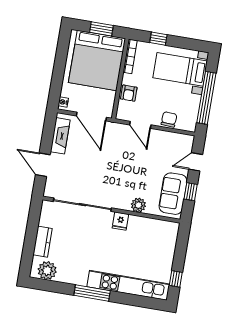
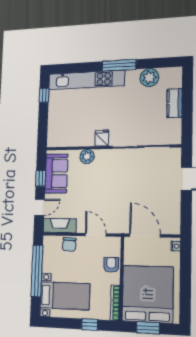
fireplace: (60, 136) -> (60, 226), moved, turned 90
plant: (47, 271) -> (149, 77), moved

